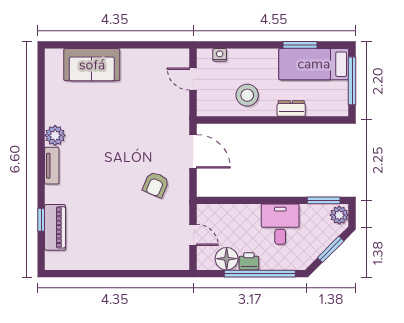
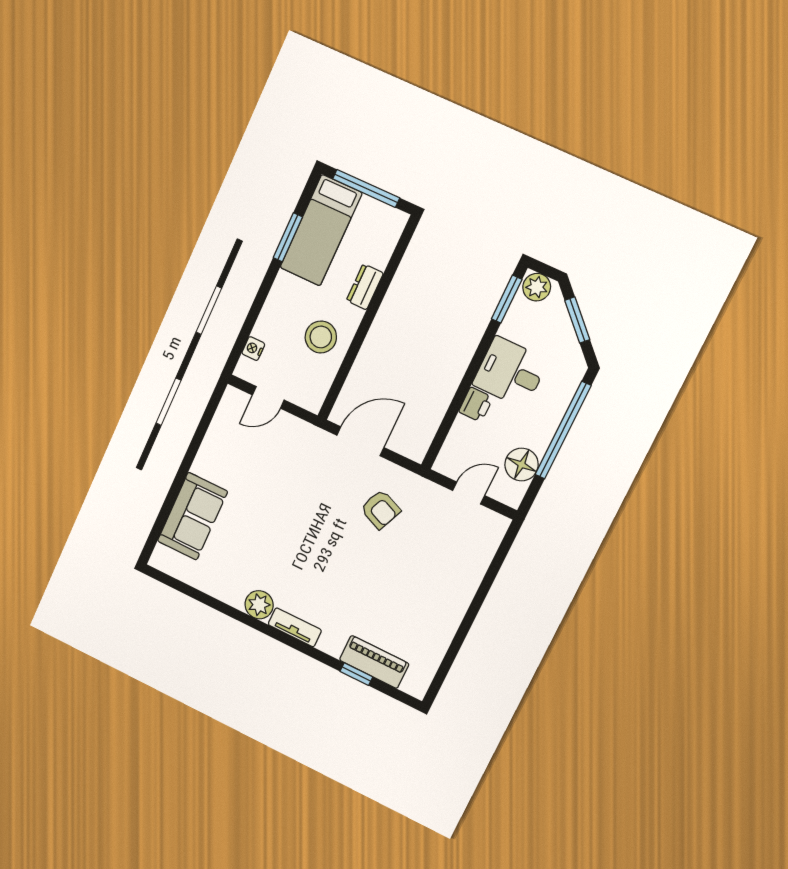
printer: (249, 261) -> (476, 405), moved, turned 180

